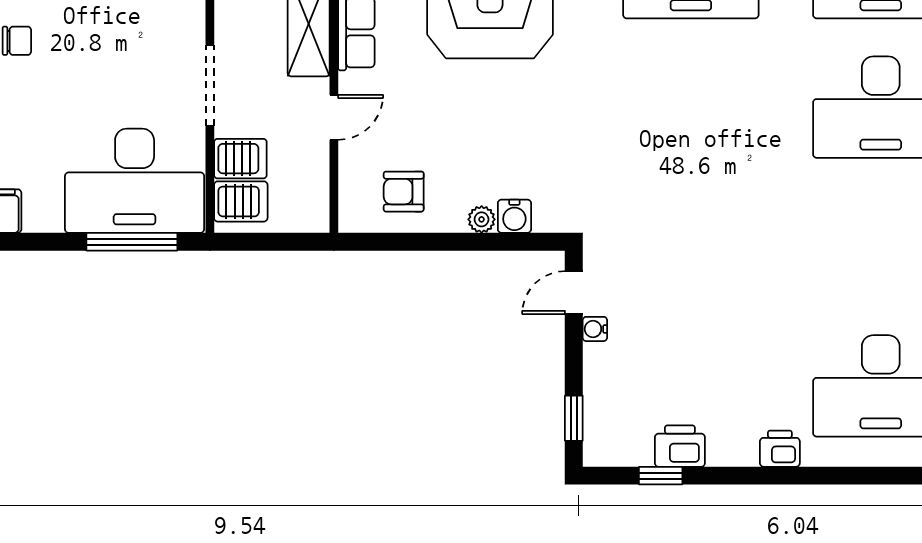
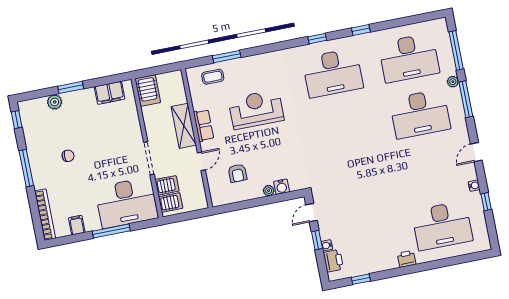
armchair: (404, 192) -> (237, 173), moved, turned -90
window: (132, 242) -> (111, 231), moved
water cooler: (595, 329) -> (327, 245), moved
window: (574, 418) -> (317, 240), moved
printer: (680, 446) -> (333, 261), moved, turned 90

